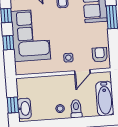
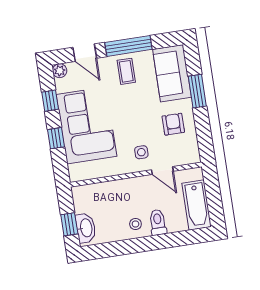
armchair: (100, 55) -> (173, 124), moved
door: (82, 72) -> (162, 171), hinge flipped

